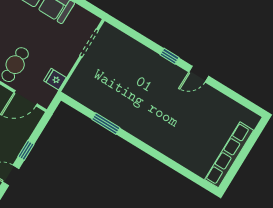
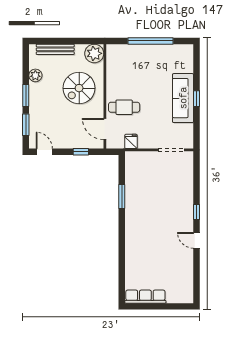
window: (26, 150) -> (81, 152), moved
row of seats: (229, 155) -> (145, 297), width x0.73

